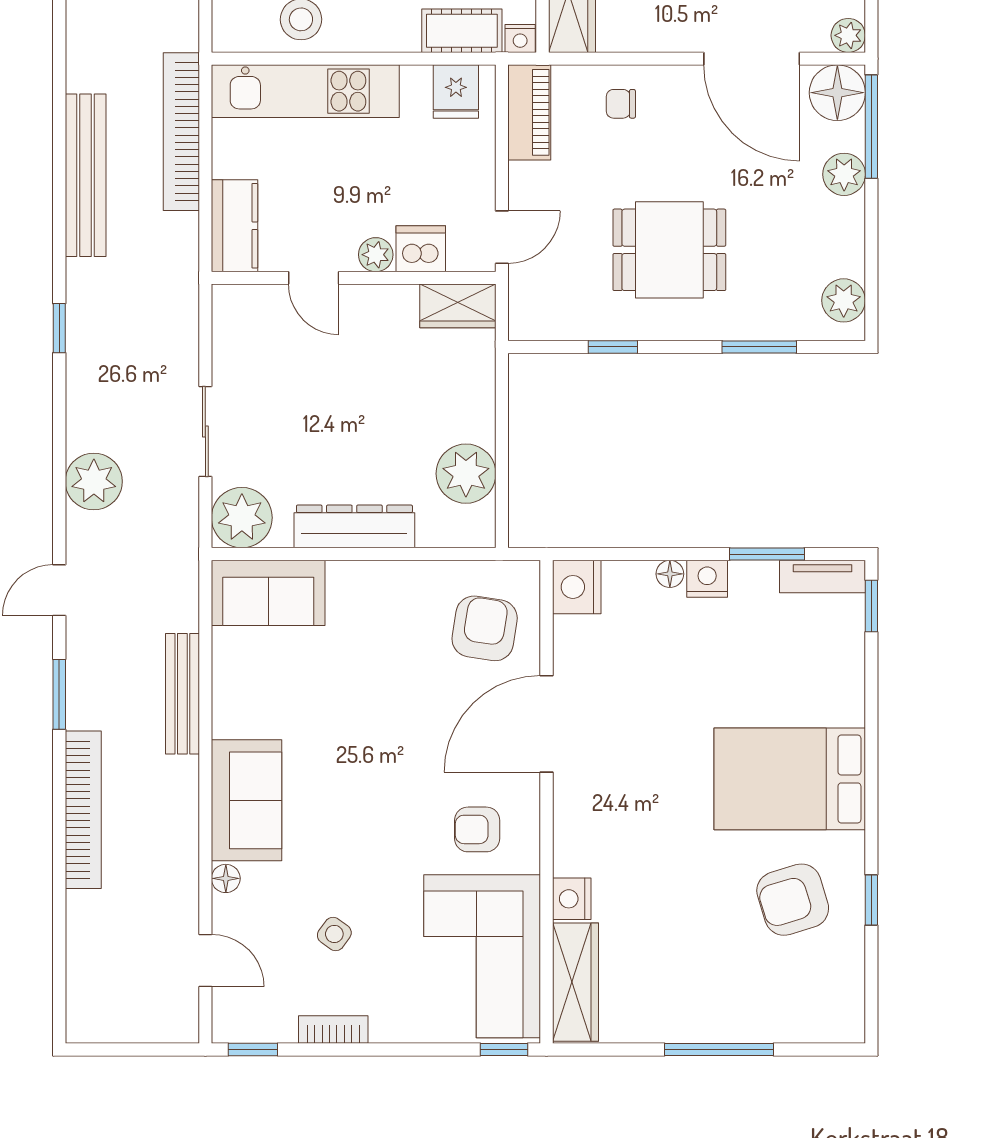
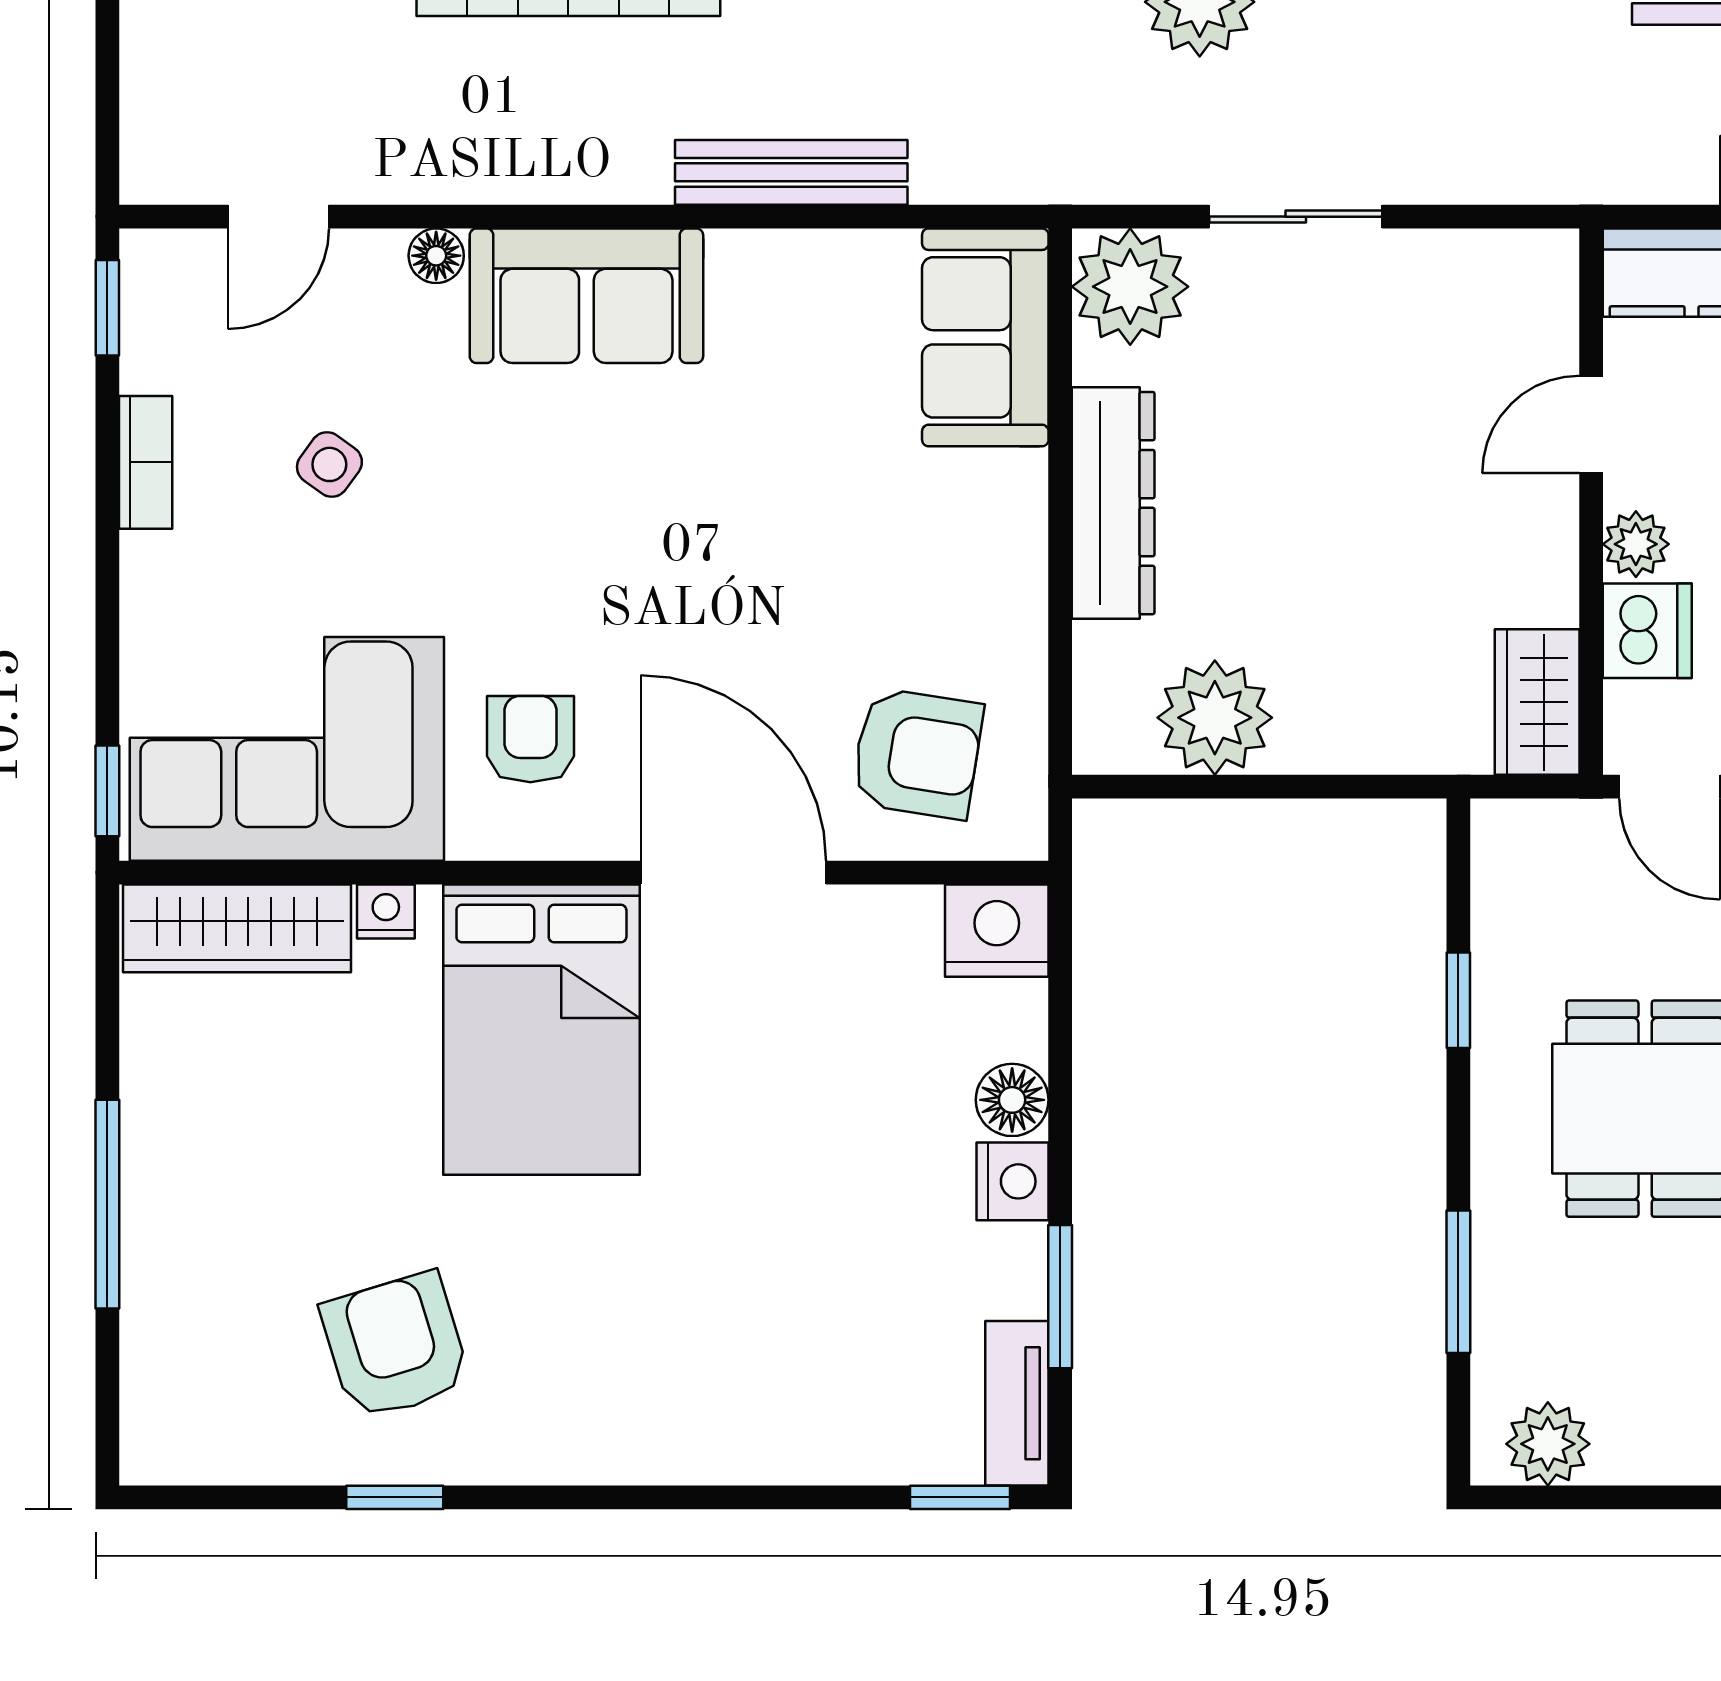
floor lamp: (670, 574) -> (1012, 1100), width x1.37, depth x1.37
bed: (790, 779) -> (541, 1030), moved, turned 180
nightstand: (572, 899) -> (386, 911), width x0.72, depth x0.74

